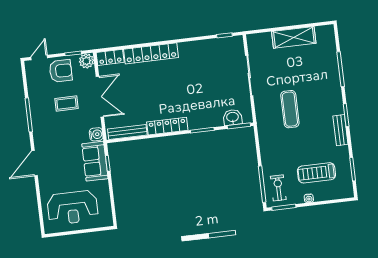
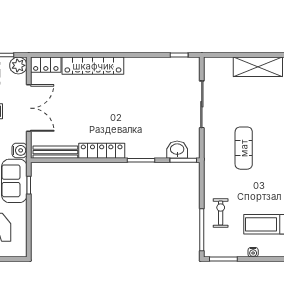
exercise bike: (278, 188) -> (221, 213), moved

